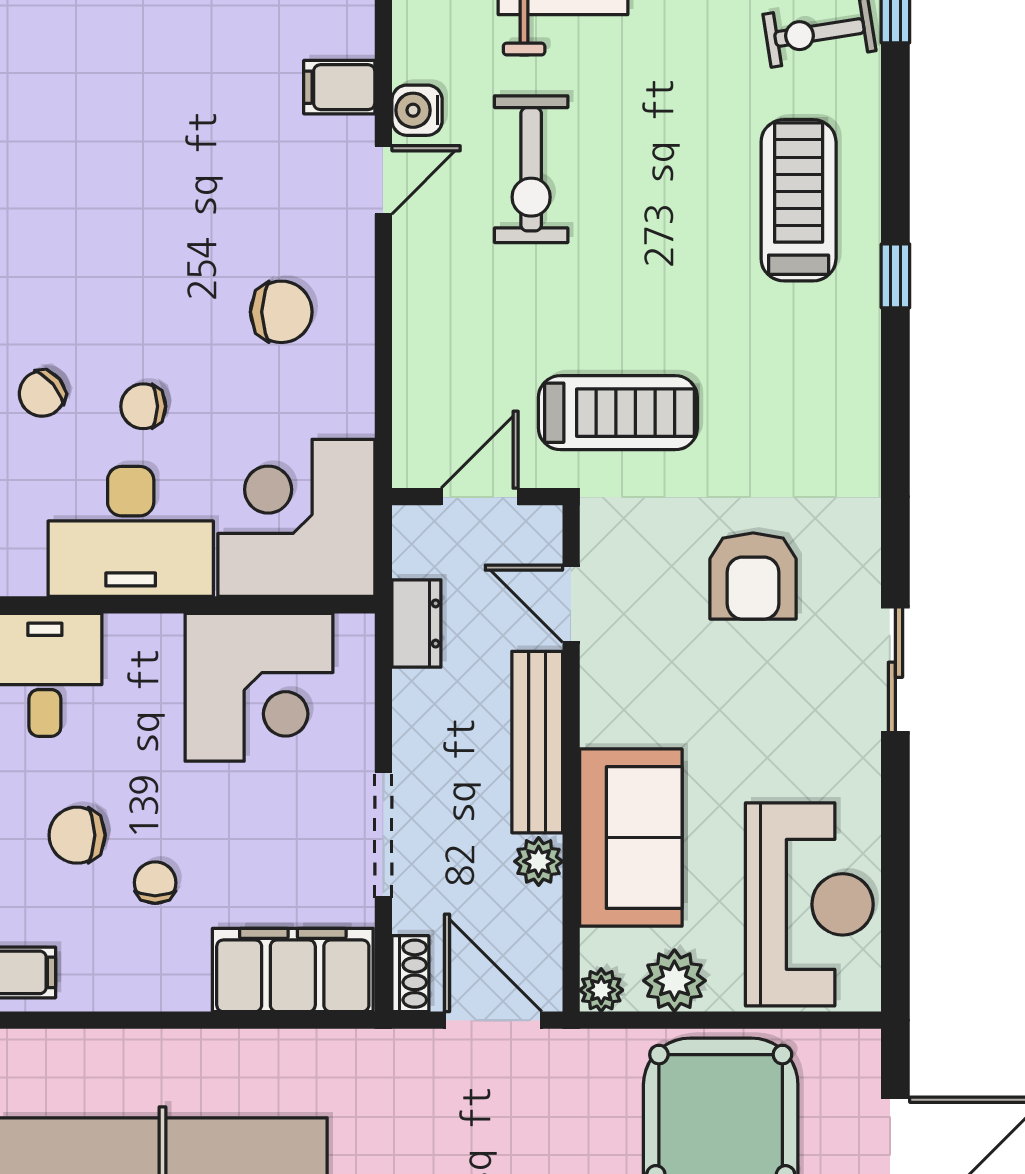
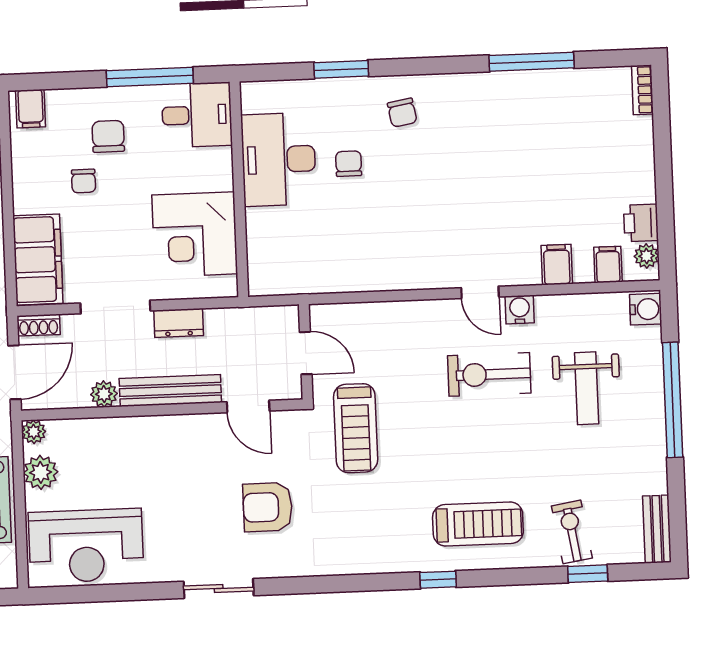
filing cabinet: (339, 87) -> (557, 265), moved
chair: (281, 312) -> (404, 238), removed
chair: (42, 394) -> (402, 113), moved, turned -150
corner desk: (296, 518) -> (290, 251), removed
door: (571, 604) -> (248, 406), swing flipped
dresser: (416, 623) -> (179, 323), moved
sofa: (631, 838) -> (119, 445), removed
chair: (155, 883) -> (84, 181), turned 90

